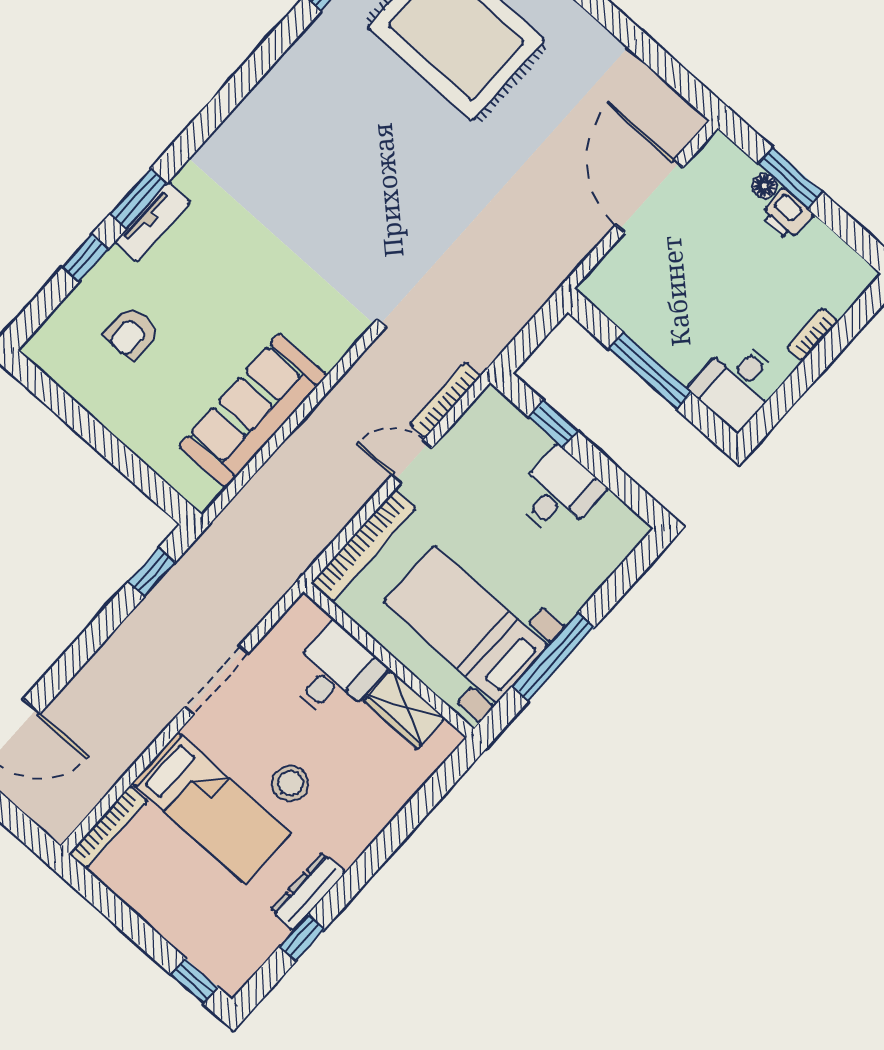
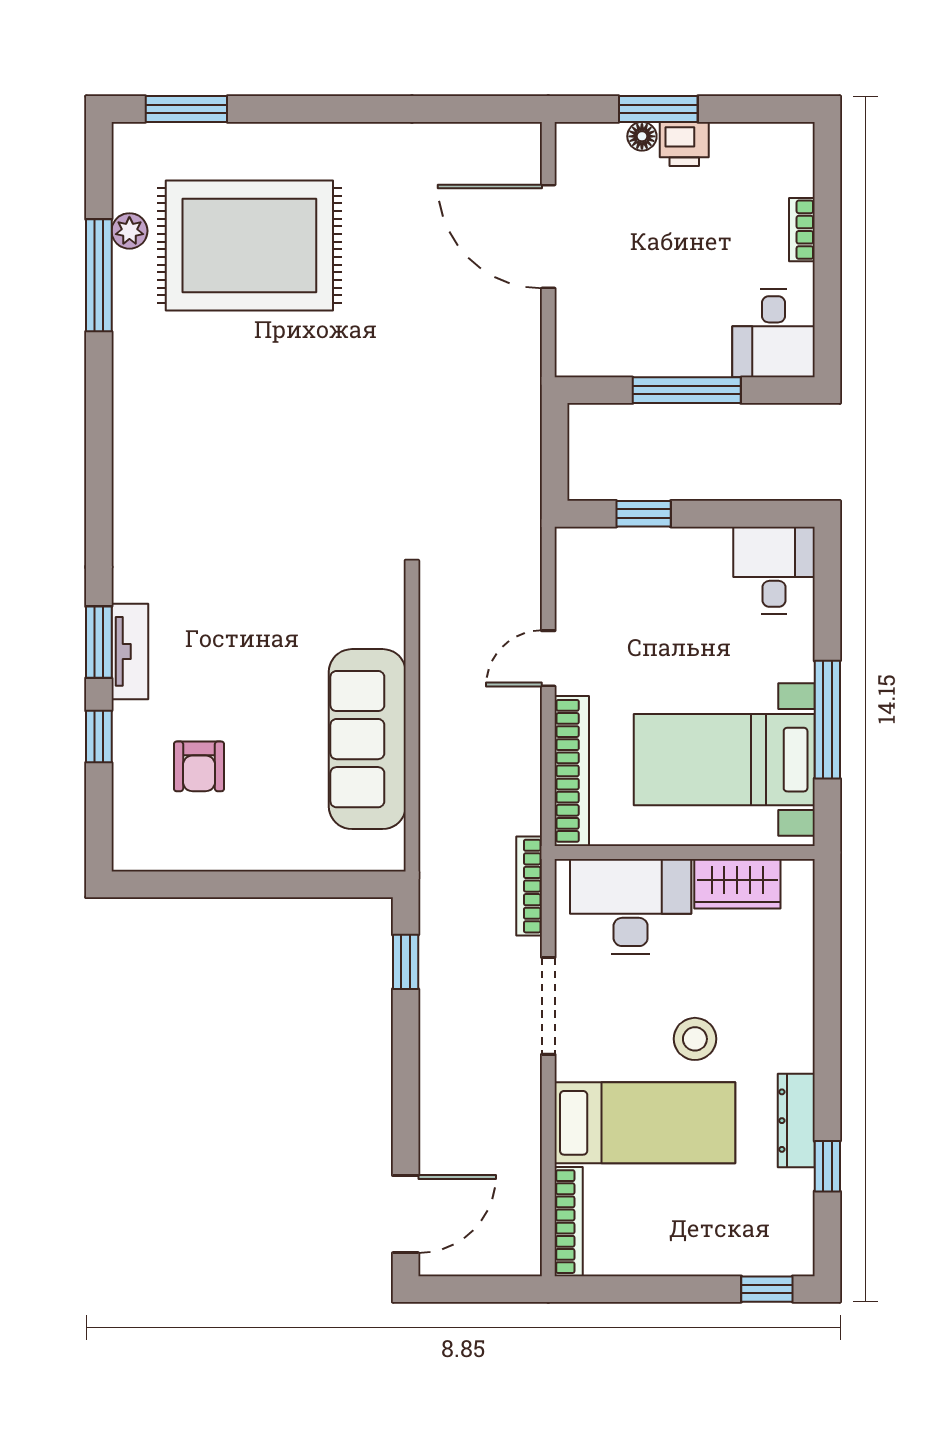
bookcase: (445, 400) -> (529, 886), moved
desk: (558, 493) -> (774, 570), moved
desk: (335, 673) -> (631, 906), width x1.37

